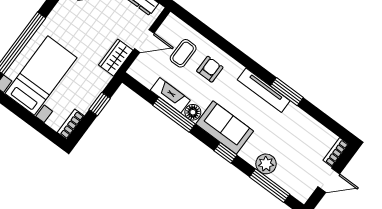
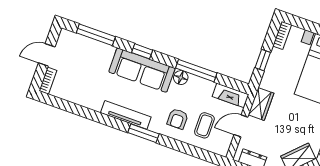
window: (287, 92) -> (143, 133), moved
fireplace: (170, 95) -> (230, 95), moved
sofa: (225, 127) -> (142, 70), width x1.36
plant: (266, 164) -> (105, 52), removed

